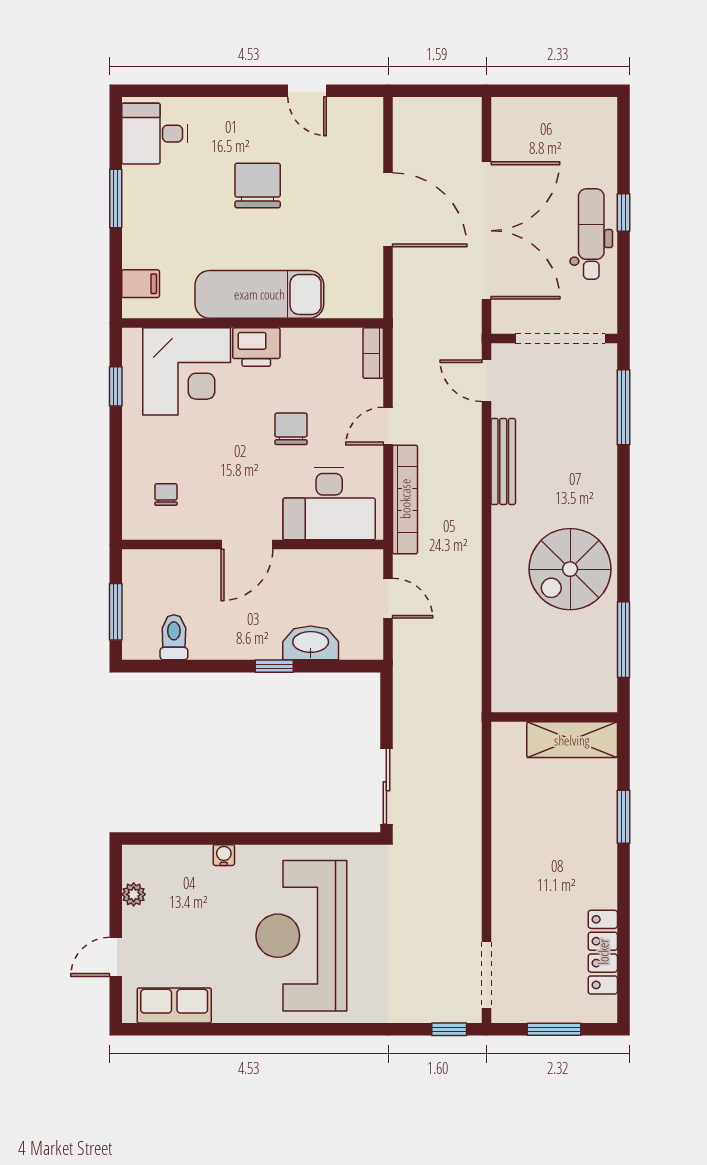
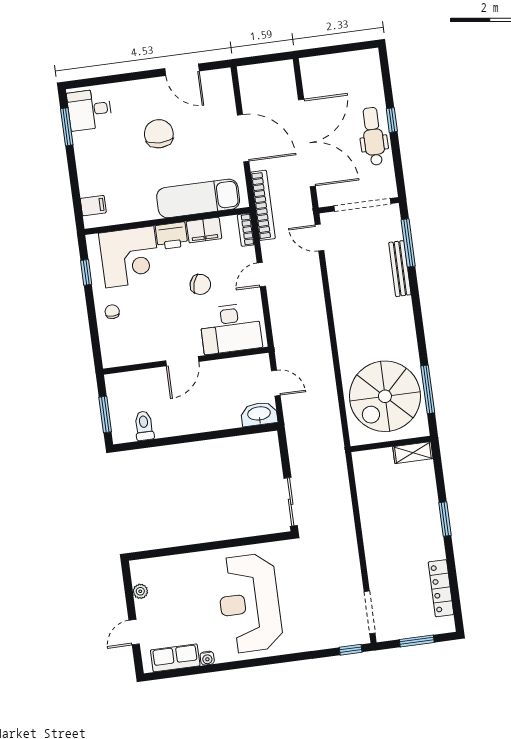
door: (307, 91) -> (182, 70), width x1.38
window: (116, 199) -> (67, 127), moved
exam couch: (259, 294) -> (198, 198), moved
filing cabinet: (308, 345) -> (204, 230), added
chair: (291, 429) -> (200, 284), turned 108
bench: (503, 461) -> (400, 269), moved
chair: (166, 494) -> (112, 312), moved
bookcase: (405, 499) -> (263, 205), moved
spiral stairs: (570, 569) -> (385, 396), moved, width x1.37, depth x1.37
washbasin: (311, 643) -> (259, 414), moved
window: (274, 666) -> (210, 435), removed
shelving: (572, 740) -> (413, 453), width x0.67, depth x0.75
window: (623, 817) -> (445, 519), moved
water cooler: (224, 855) -> (207, 658), moved, turned 180

